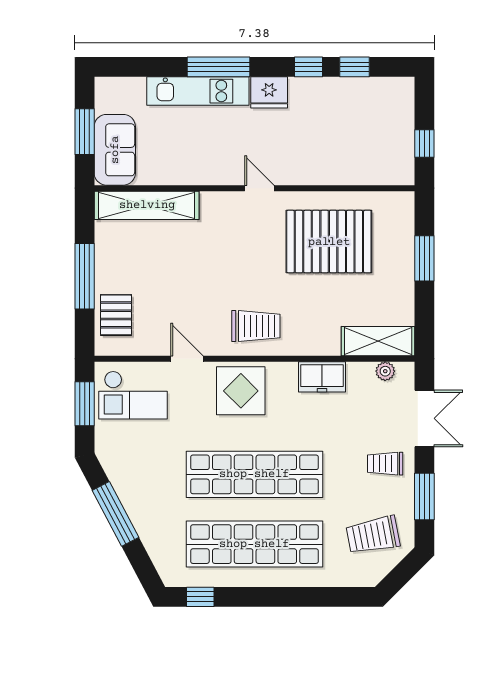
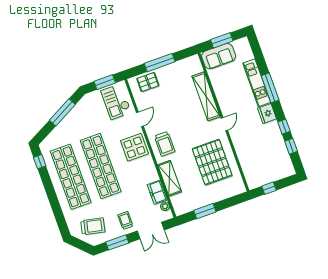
shelving: (147, 205) -> (206, 96), moved
window: (424, 258) -> (205, 211), moved
shelving: (378, 341) -> (170, 178), moved
freezer: (322, 377) -> (157, 192), moved
trolley: (373, 535) -> (93, 226), turned 113

